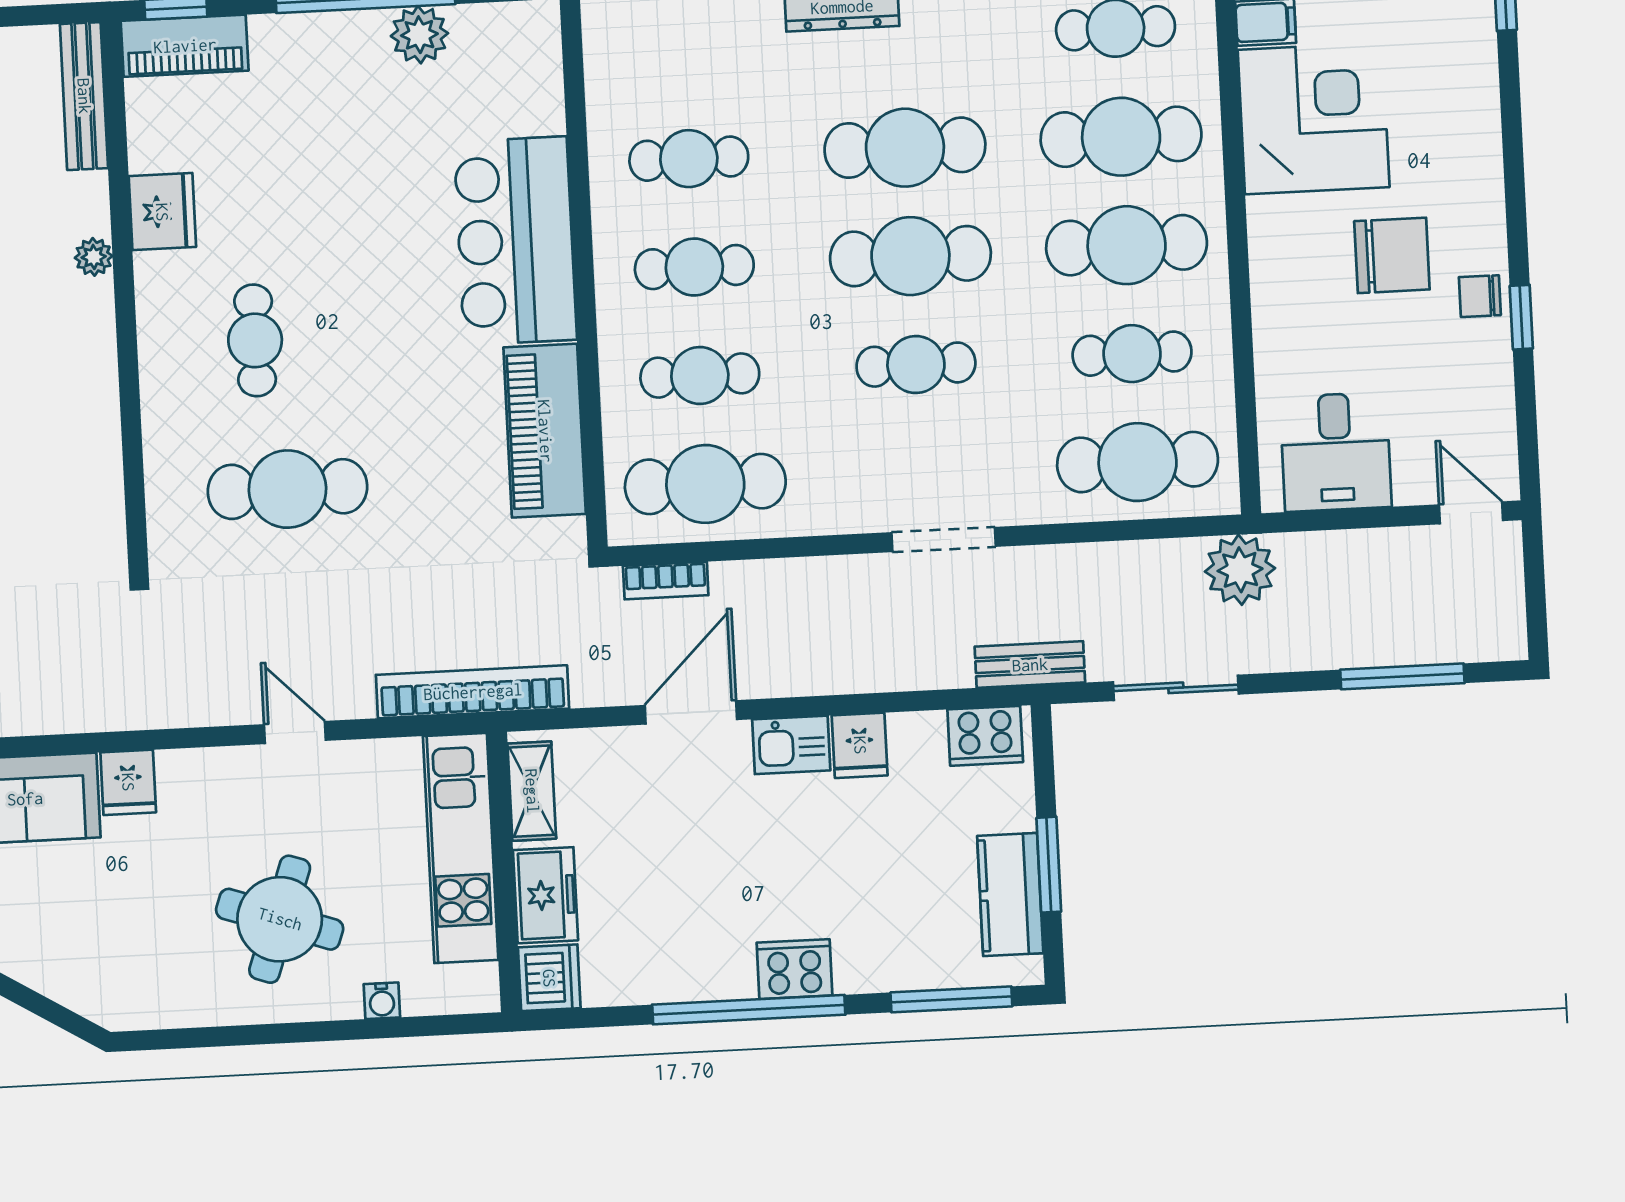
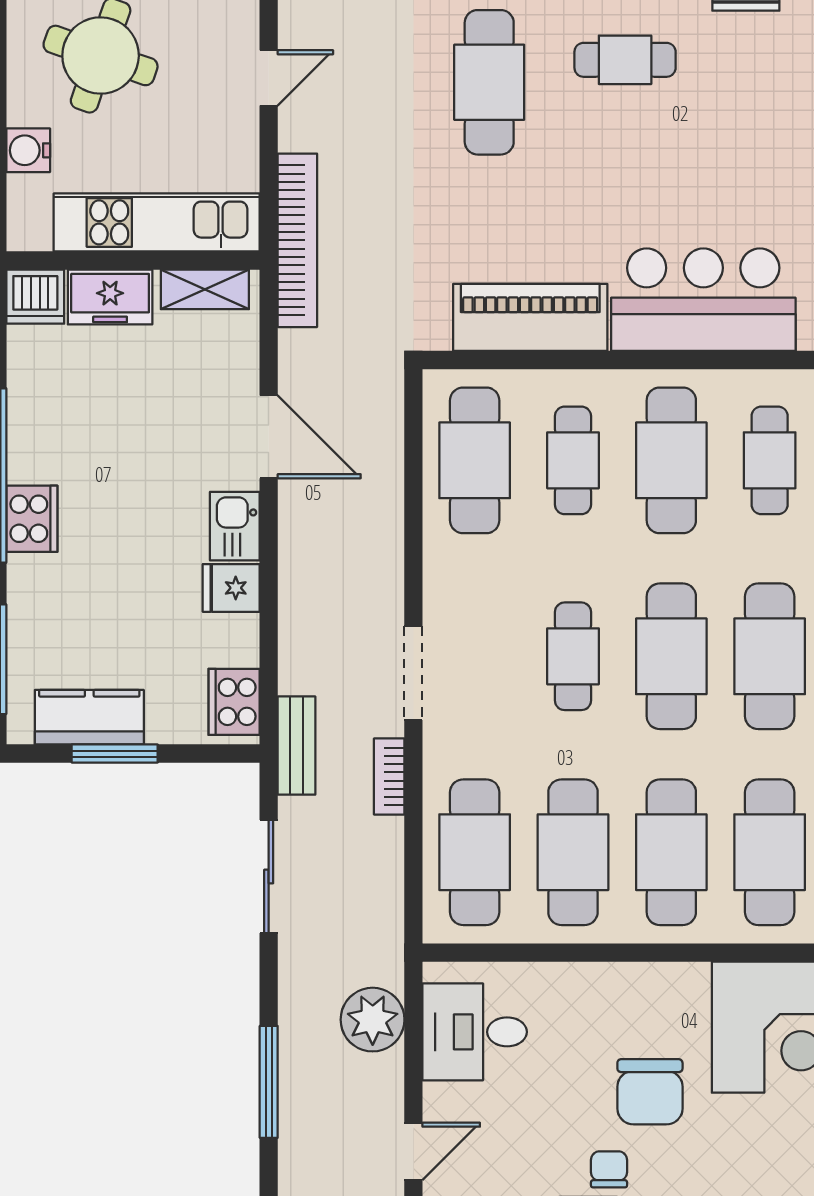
cafe table: (694, 267) -> (671, 460), width x1.37, depth x1.35
cafe table: (1132, 354) -> (573, 852), width x1.37, depth x1.35
plant: (1240, 570) -> (373, 1020), moved
bookcase: (666, 580) -> (389, 776), moved
water cooler: (382, 1001) -> (28, 150), width x1.38, depth x1.38

